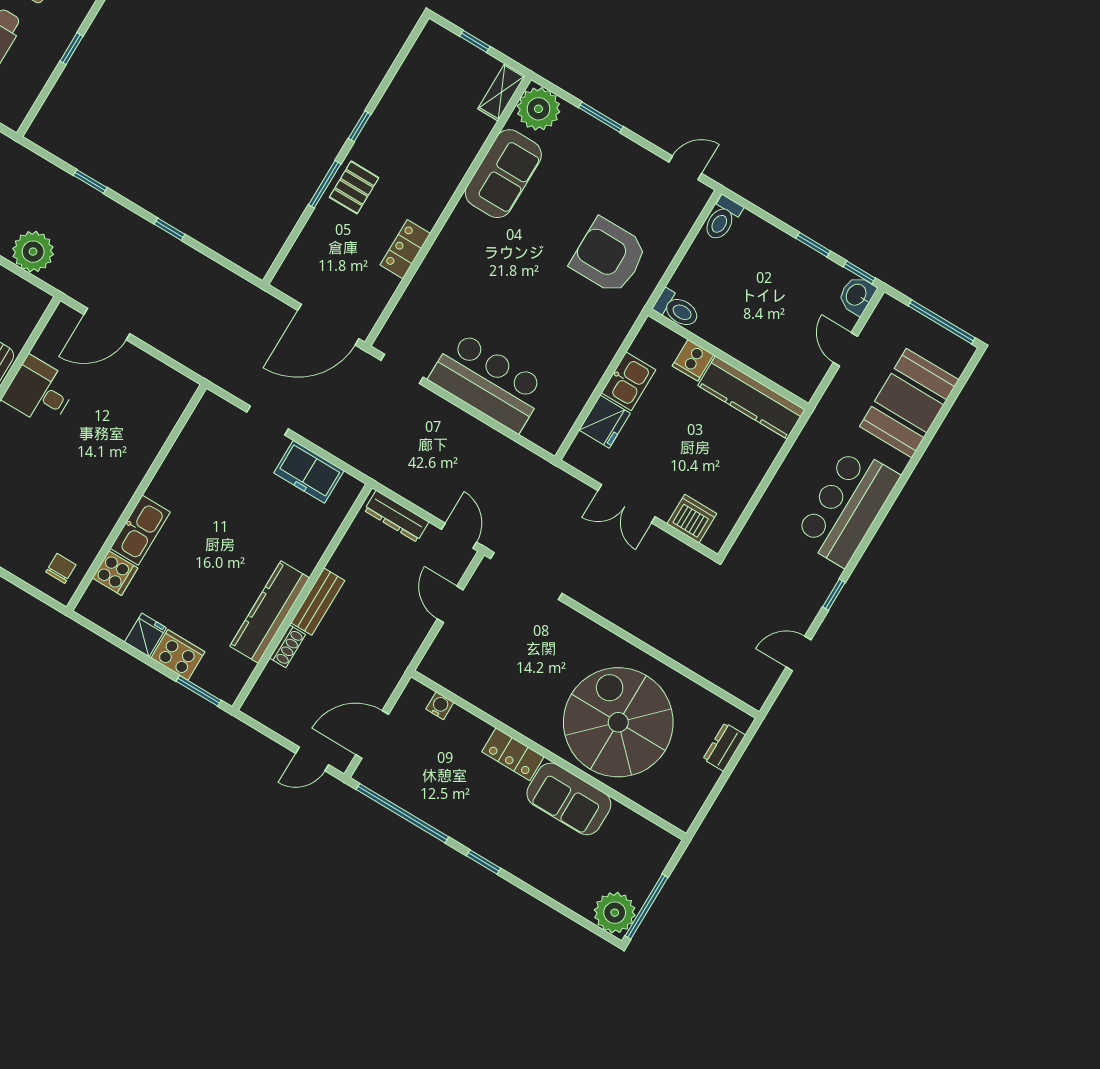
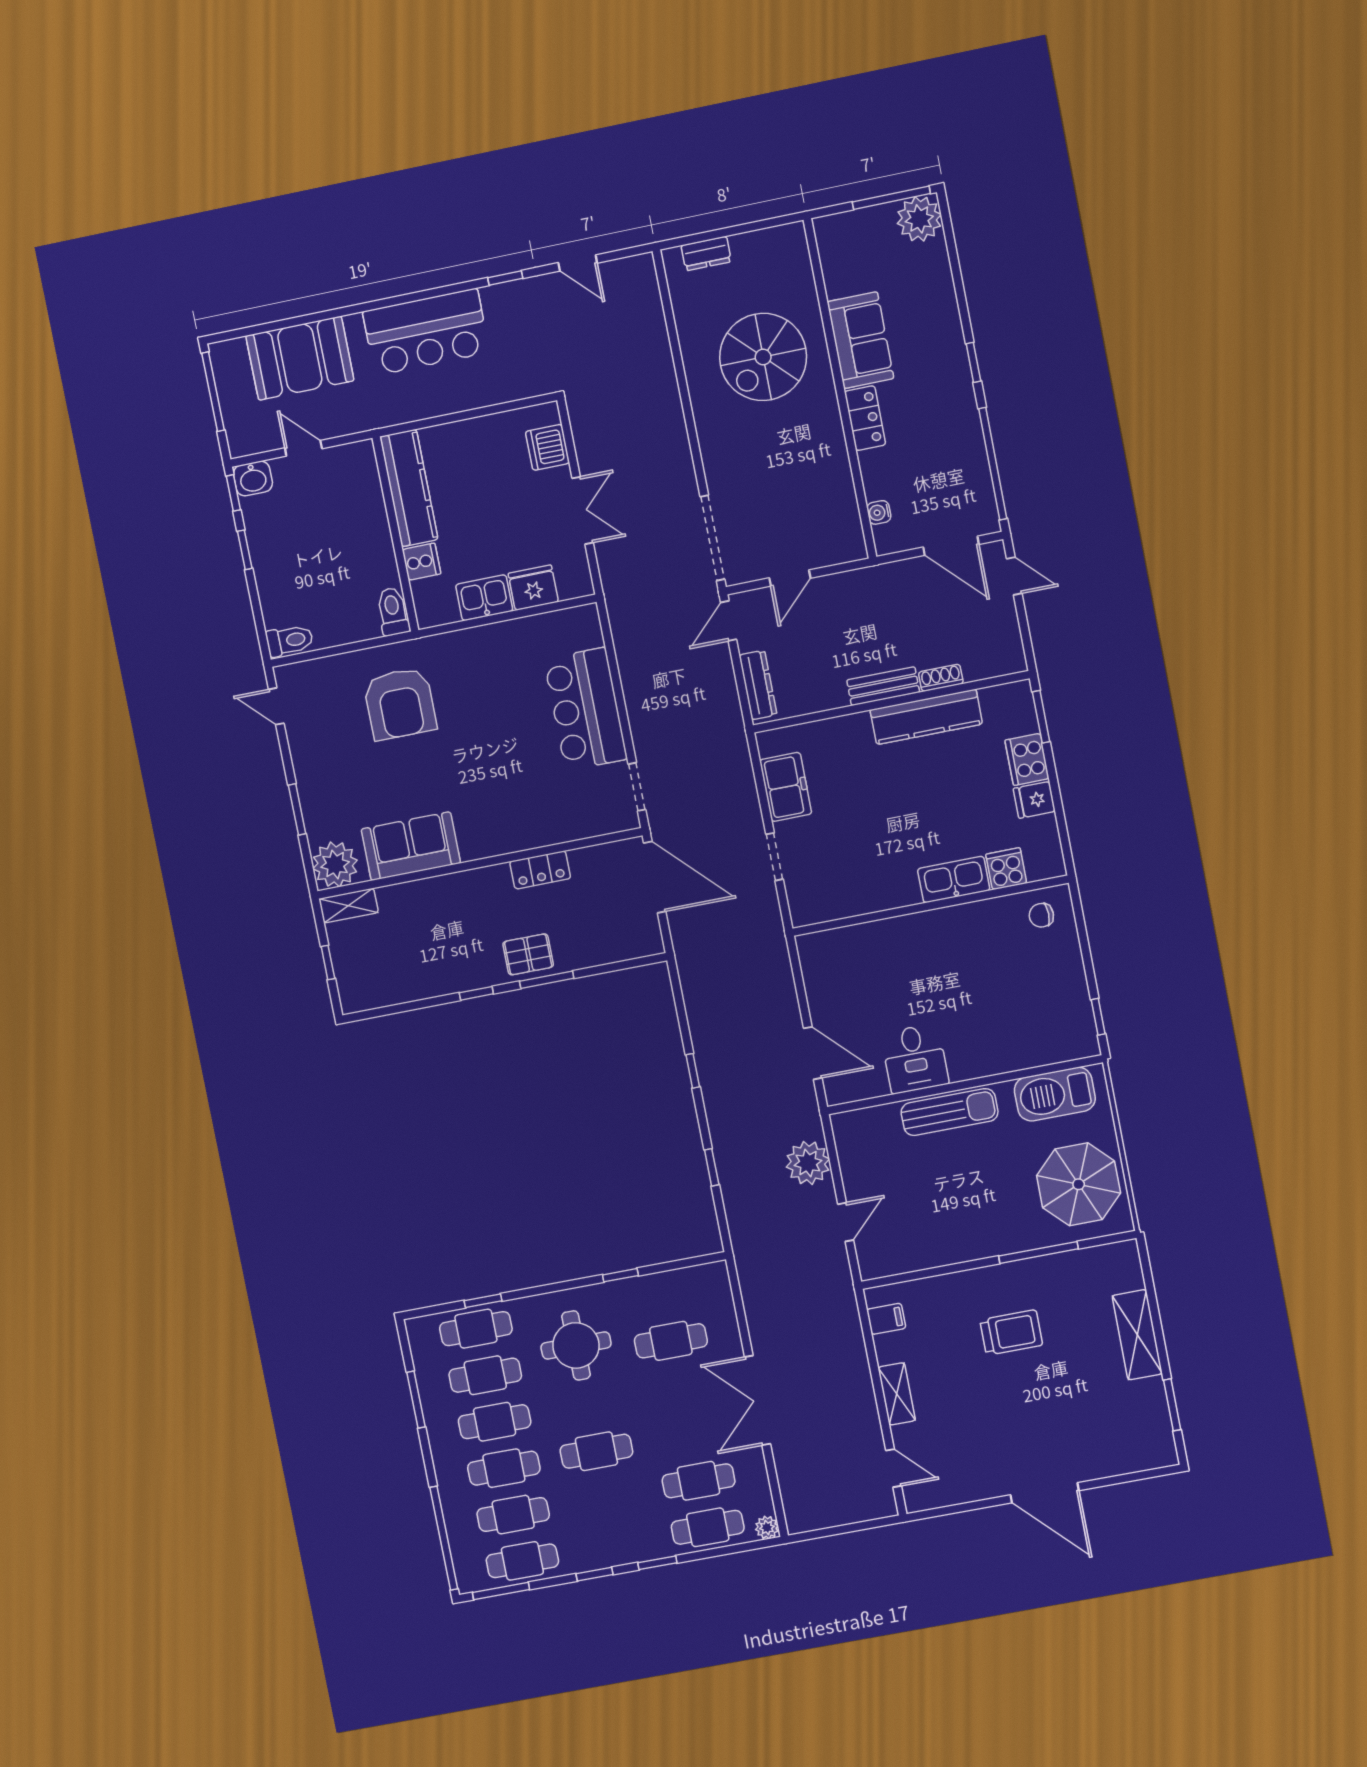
door: (845, 349) -> (303, 448), swing flipped
spiral stairs: (618, 722) -> (763, 357), width x0.73, depth x0.73

